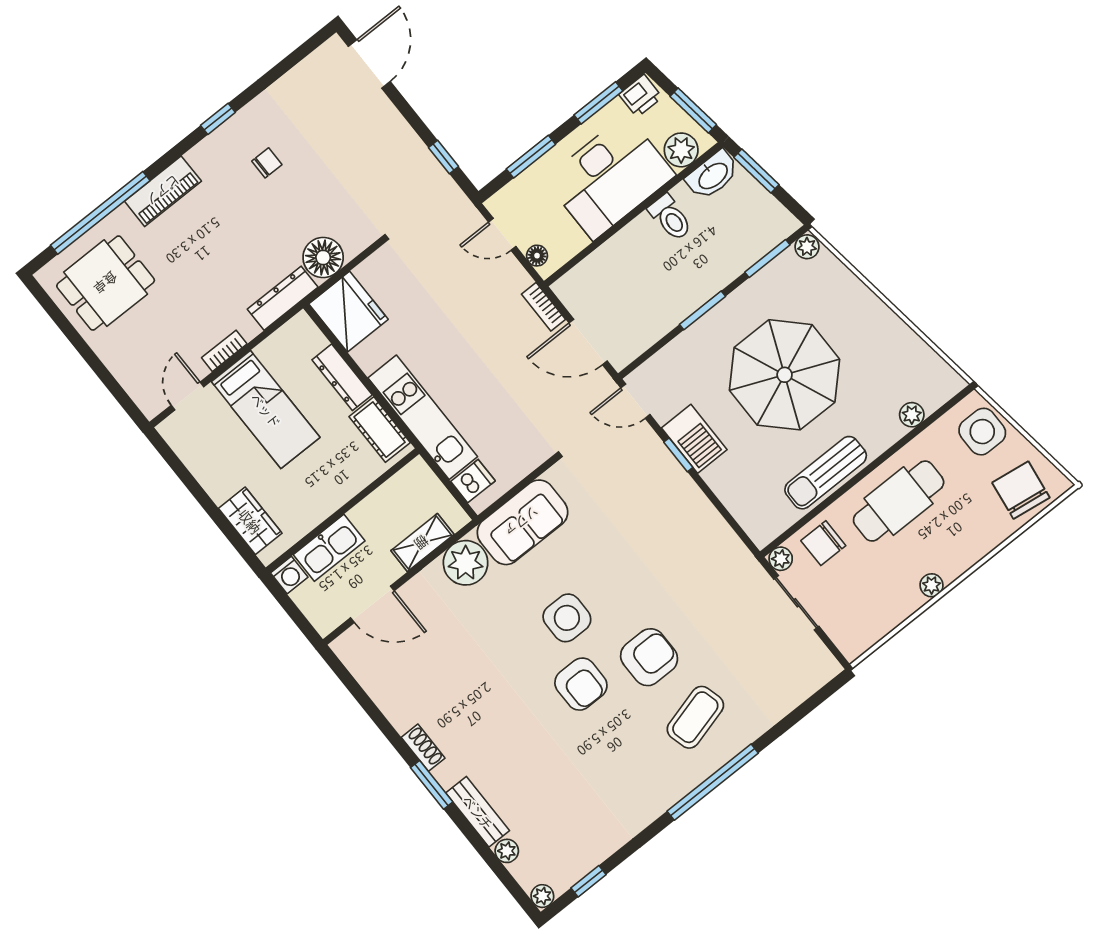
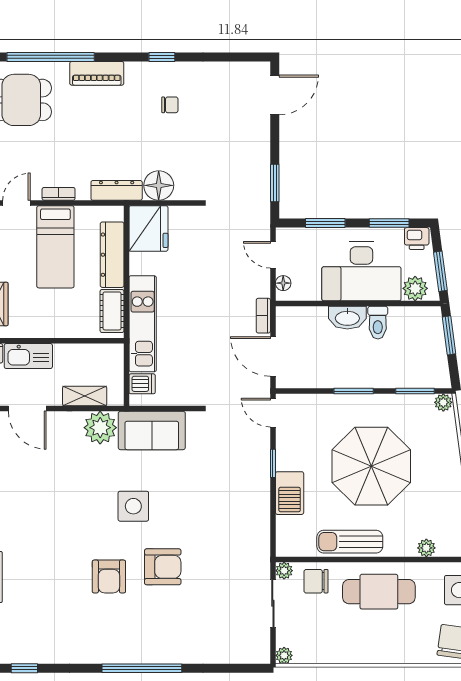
window: (444, 157) -> (275, 183), width x1.50
washbasin: (713, 175) -> (347, 318), moved
dresser: (342, 377) -> (112, 255), width x1.37, depth x1.24
barbecue: (694, 439) -> (290, 493), moved
plant: (931, 585) -> (284, 655), moved
armchair: (581, 684) -> (109, 577), moved
coffee table: (695, 717) -> (162, 623), removed

